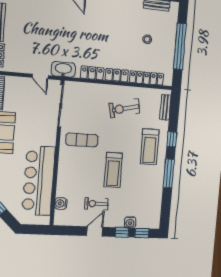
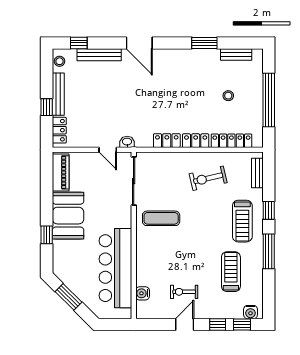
washbasin: (63, 69) -> (127, 142), width x0.52, depth x0.69
treadmill: (113, 170) -> (231, 272), moved, turned 180
water cooler: (130, 222) -> (251, 312), moved

